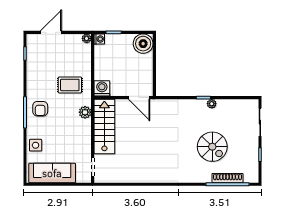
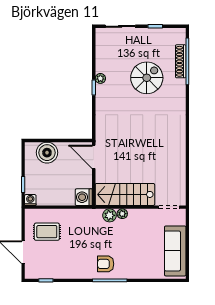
plant: (87, 38) -> (122, 214), moved
boiler: (143, 44) -> (47, 153), moved
rug: (70, 85) -> (47, 232), moved, turned 90
door: (139, 98) -> (94, 157), swing flipped
armchair: (40, 109) -> (106, 264), turned 180
side table: (36, 145) -> (145, 269), removed

